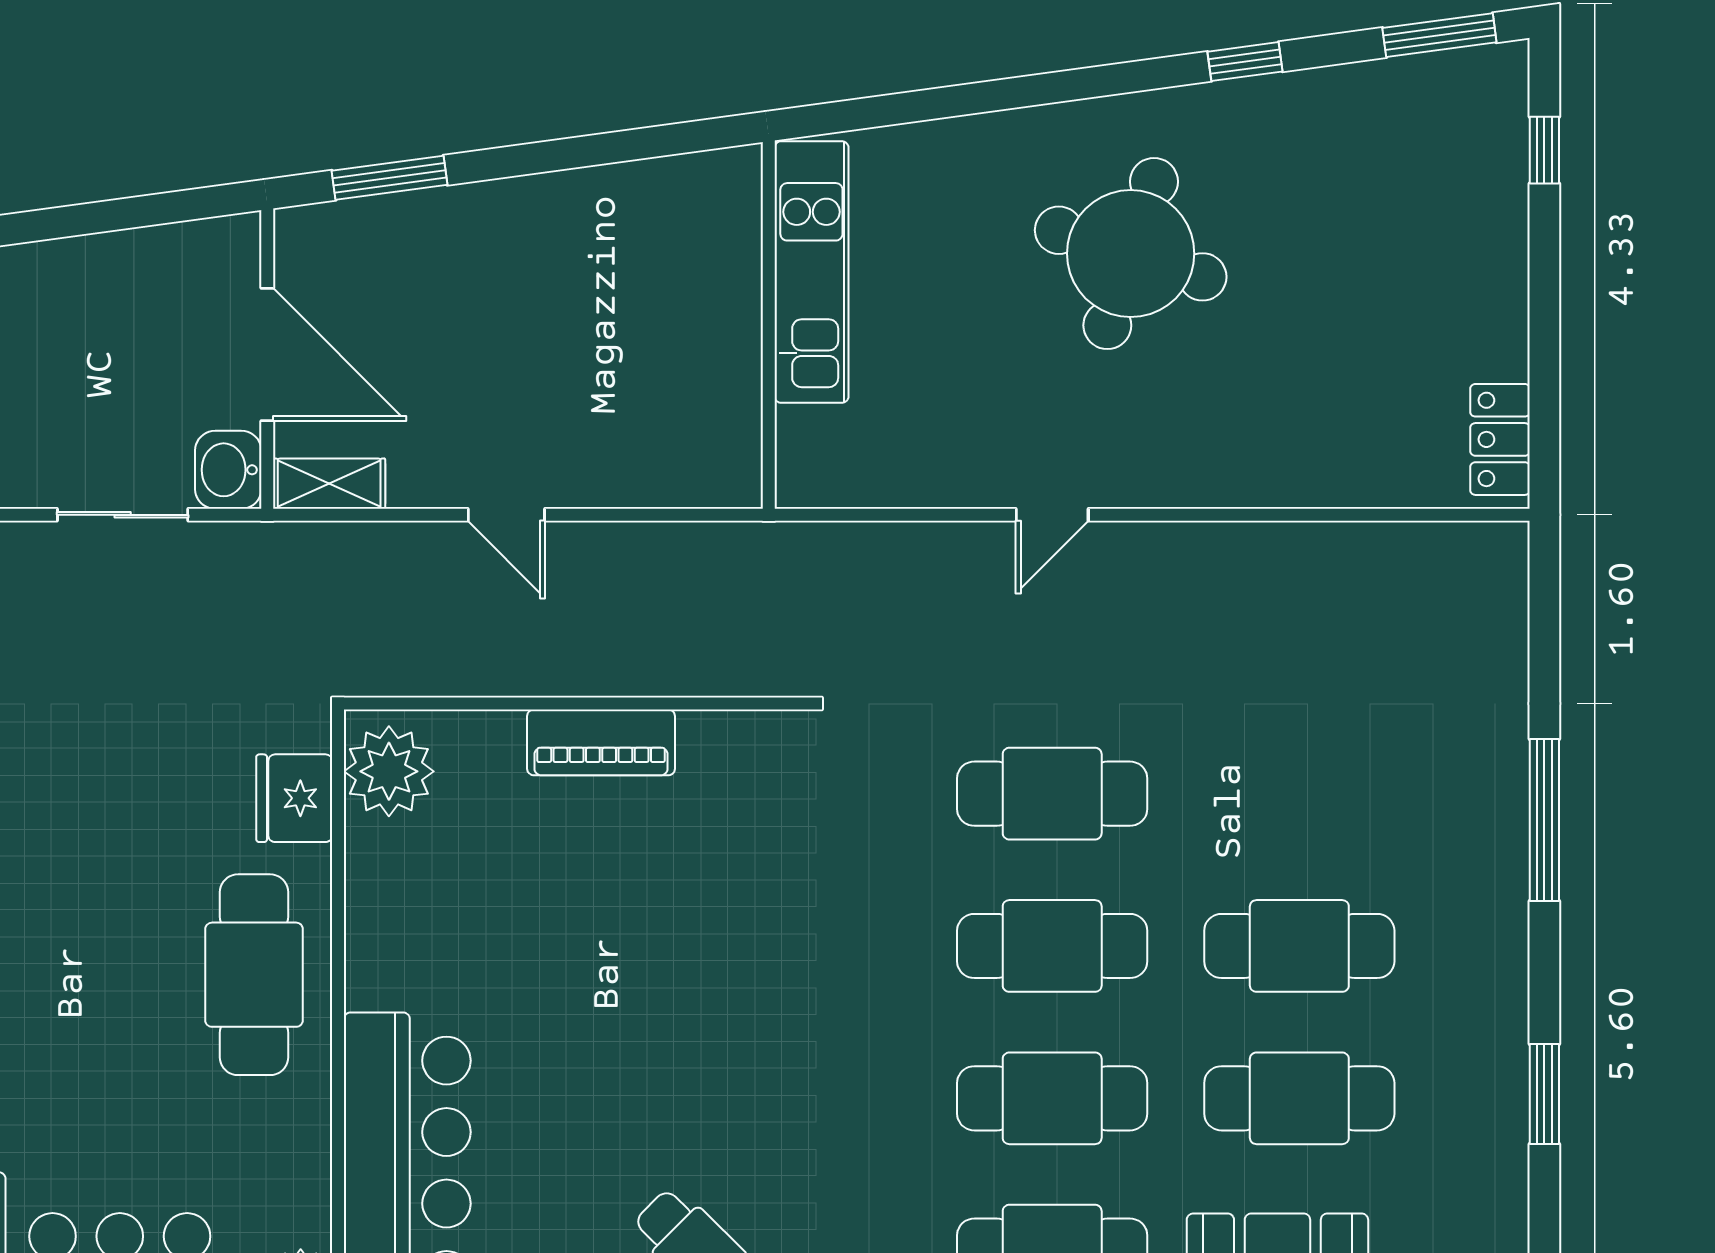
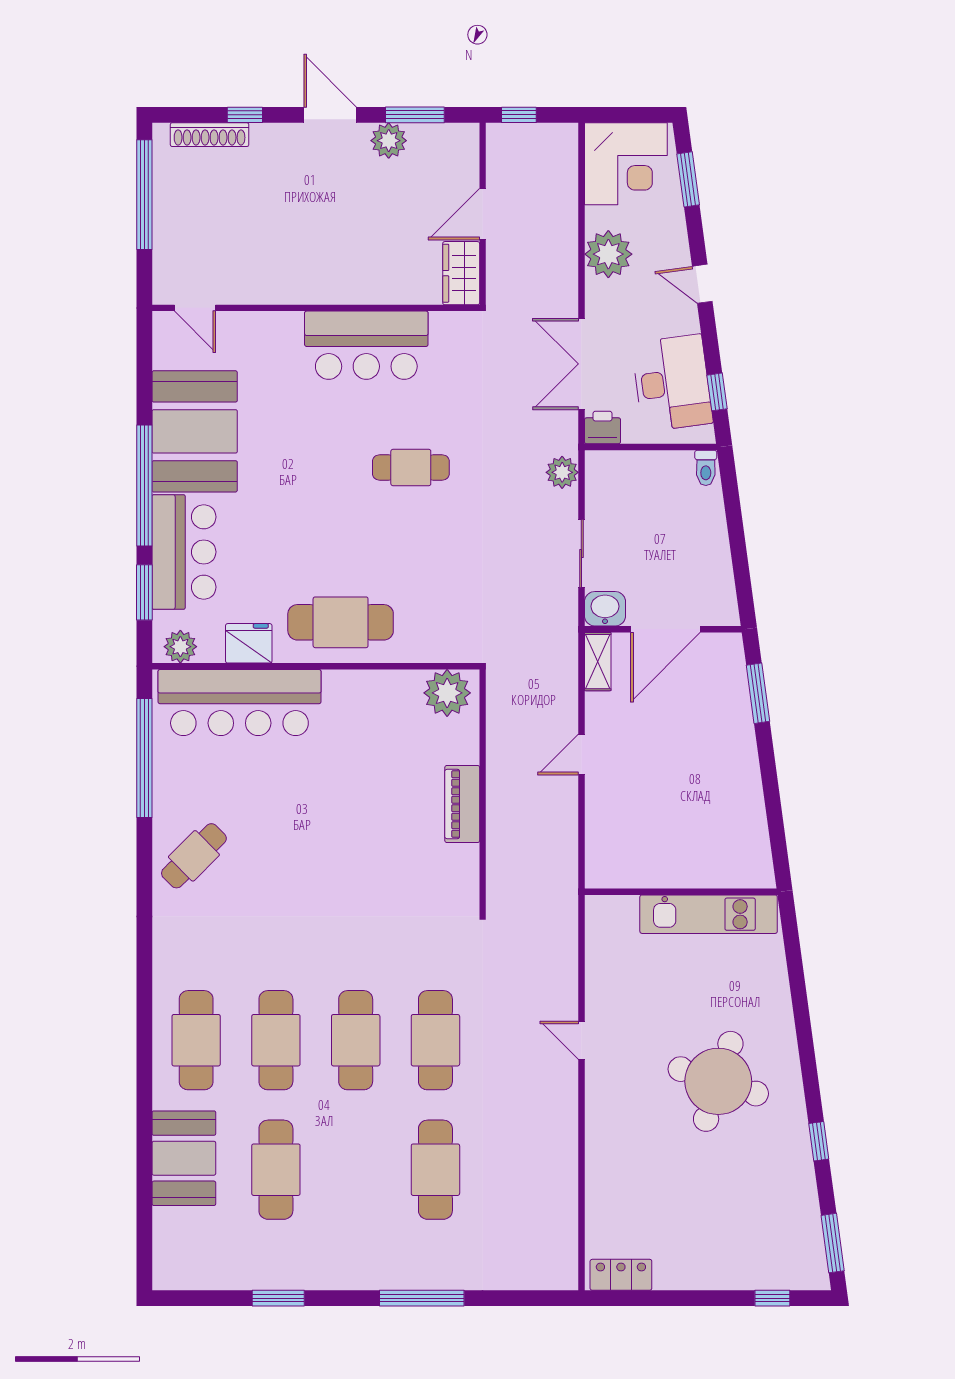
fridge: (294, 798) -> (249, 643), moved
cafe table: (1299, 946) -> (435, 1170), moved

